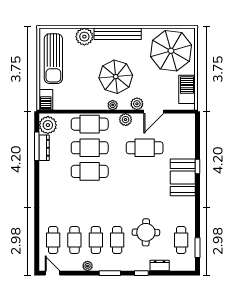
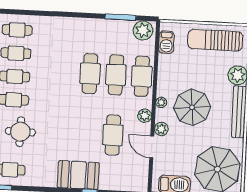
barbecue: (46, 100) -> (166, 42), moved, turned -90
dresser: (44, 148) -> (118, 25), removed

